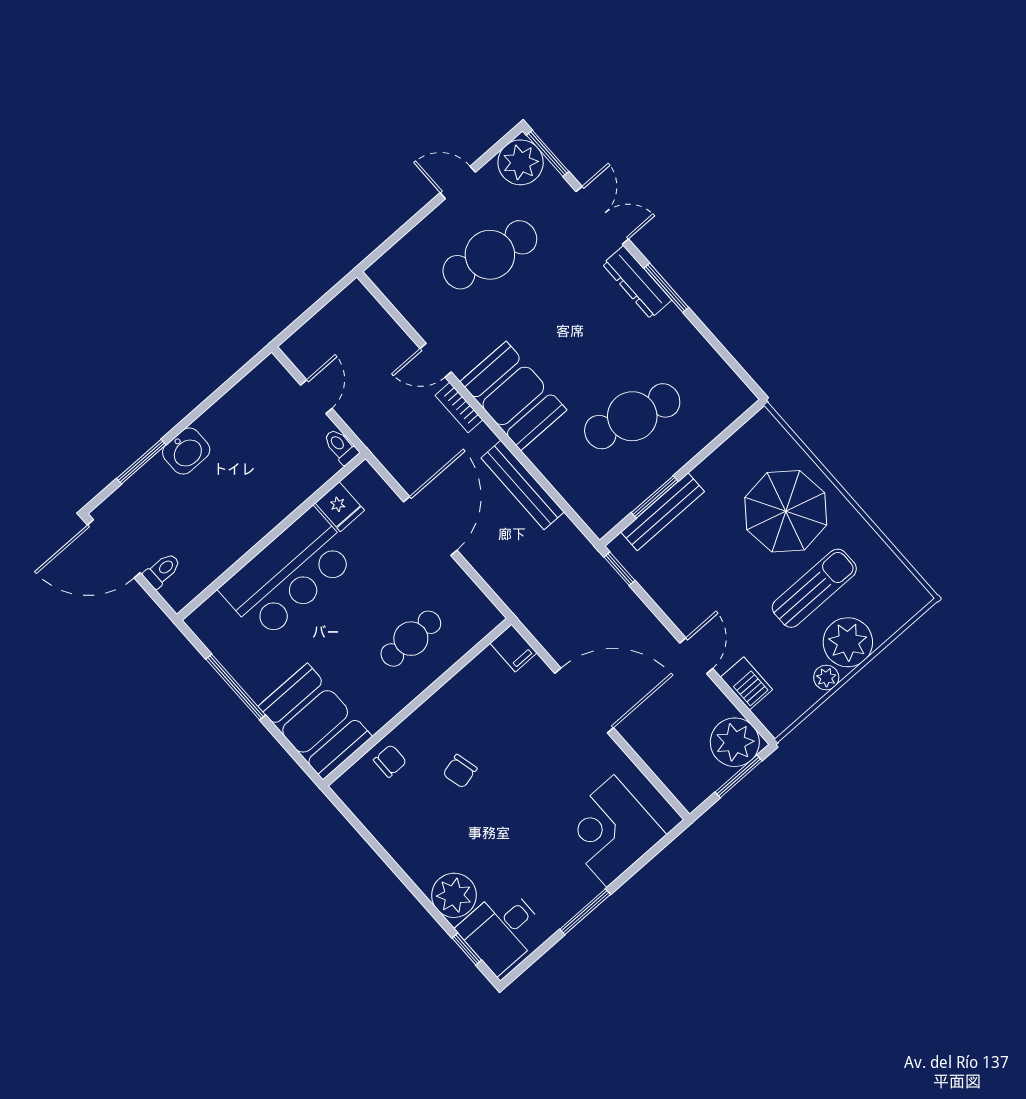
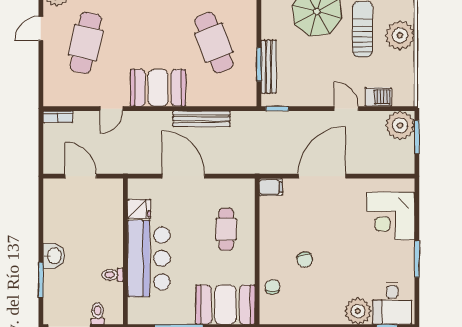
door: (316, 397) -> (81, 176), width x1.38
bookcase: (459, 408) -> (58, 117), moved
cafe table: (632, 416) -> (214, 43), turned -36
toilet: (341, 446) -> (113, 275), moved
plant: (826, 678) -> (407, 59), removed

